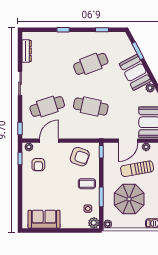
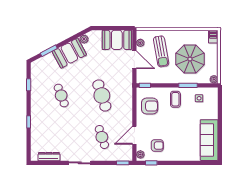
cafe table: (91, 64) -> (61, 95), width x0.73, depth x0.74
cafe table: (47, 107) -> (102, 137), width x0.73, depth x0.74
cafe table: (91, 107) -> (102, 95), turned -30
door: (49, 141) -> (134, 135), hinge flipped
armchair: (80, 157) -> (150, 106), turned 71
sofa: (44, 219) -> (209, 140), width x1.36
plant: (94, 223) -> (213, 93), removed

